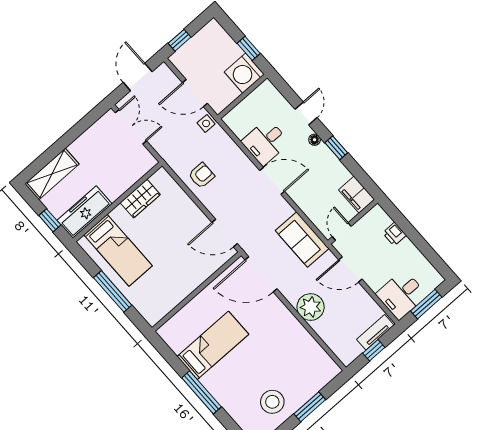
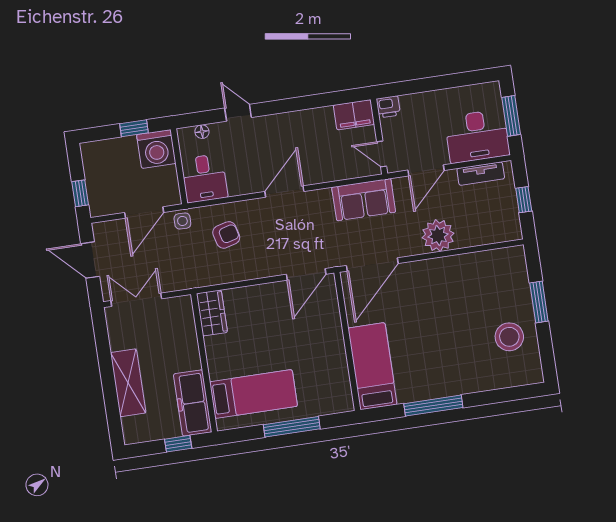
floor lamp: (315, 140) -> (202, 132), moved
desk: (265, 142) -> (204, 178), moved
window: (336, 148) -> (293, 105), removed
shelving: (52, 174) -> (128, 383), moved
armchair: (201, 175) -> (226, 235), moved, turned 75
wardrobe: (140, 199) -> (212, 313), moved
printer: (394, 234) -> (388, 107), moved
desk: (401, 295) -> (477, 136), width x1.37
tv unit: (375, 332) -> (481, 174), moved, turned -90
bed: (213, 345) -> (372, 366), moved
window: (202, 392) -> (433, 406), moved

